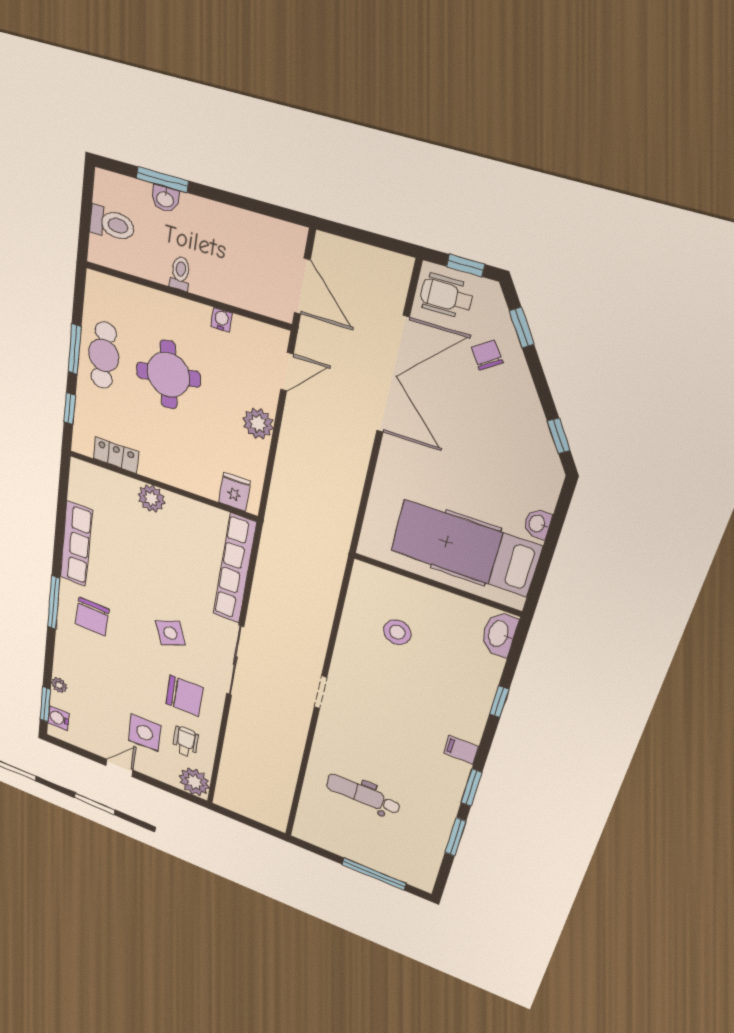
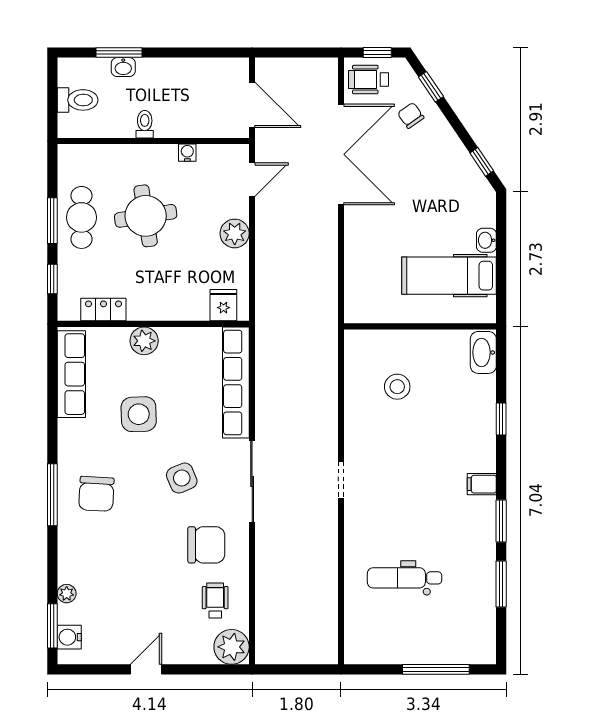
row of seats: (76, 544) -> (71, 374), moved
hospital bed: (465, 548) -> (449, 276), width x0.73, depth x0.78
side table: (145, 733) -> (139, 414), moved

